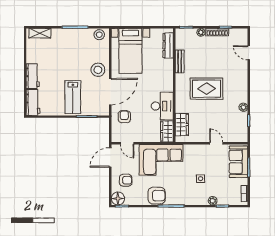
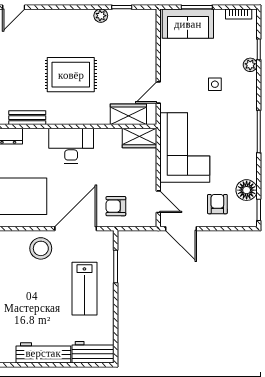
workbench: (33, 76) -> (43, 353), width x1.38
rug: (207, 89) -> (71, 75), turned 90
door: (110, 92) -> (76, 229), hinge flipped
lab bench: (73, 97) -> (84, 289), turned 90
desk: (162, 106) -> (71, 146), moved
door: (127, 143) -> (158, 202), hinge flipped
door: (216, 143) -> (158, 93), moved
armchair: (157, 196) -> (242, 154), removed
floor lamp: (118, 198) -> (247, 190), moved

